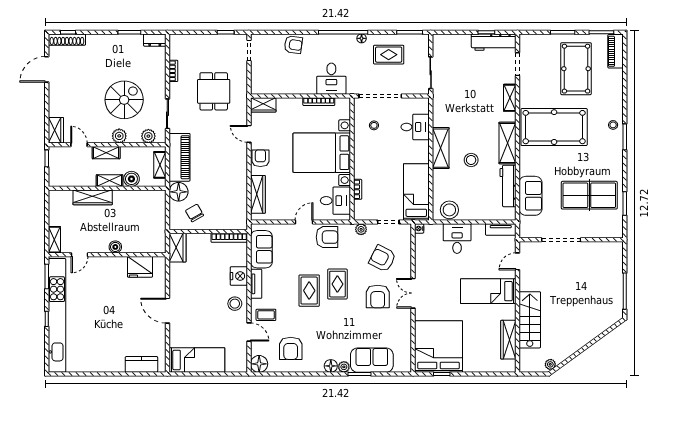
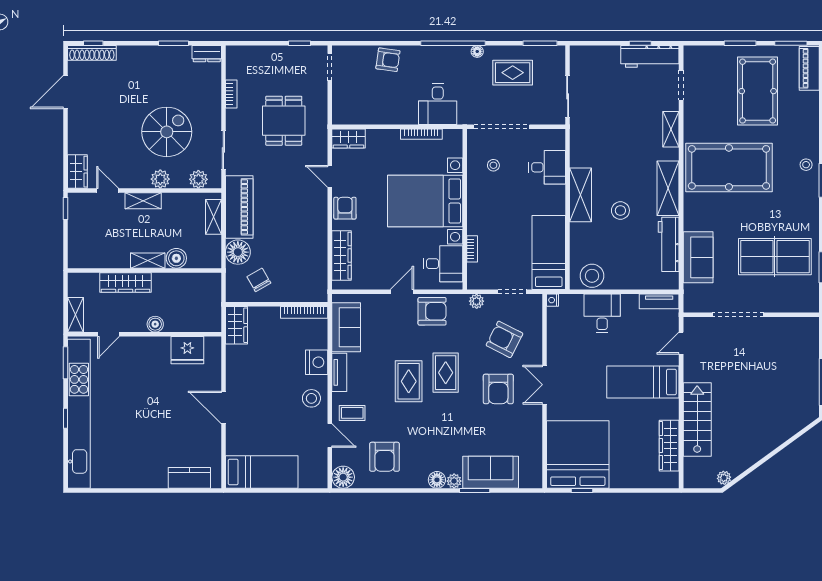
boiler: (131, 179) -> (176, 258), moved
shelving: (110, 181) -> (148, 261), moved
wall: (107, 188) -> (144, 270), moved
wardrobe: (93, 197) -> (125, 282), moved

